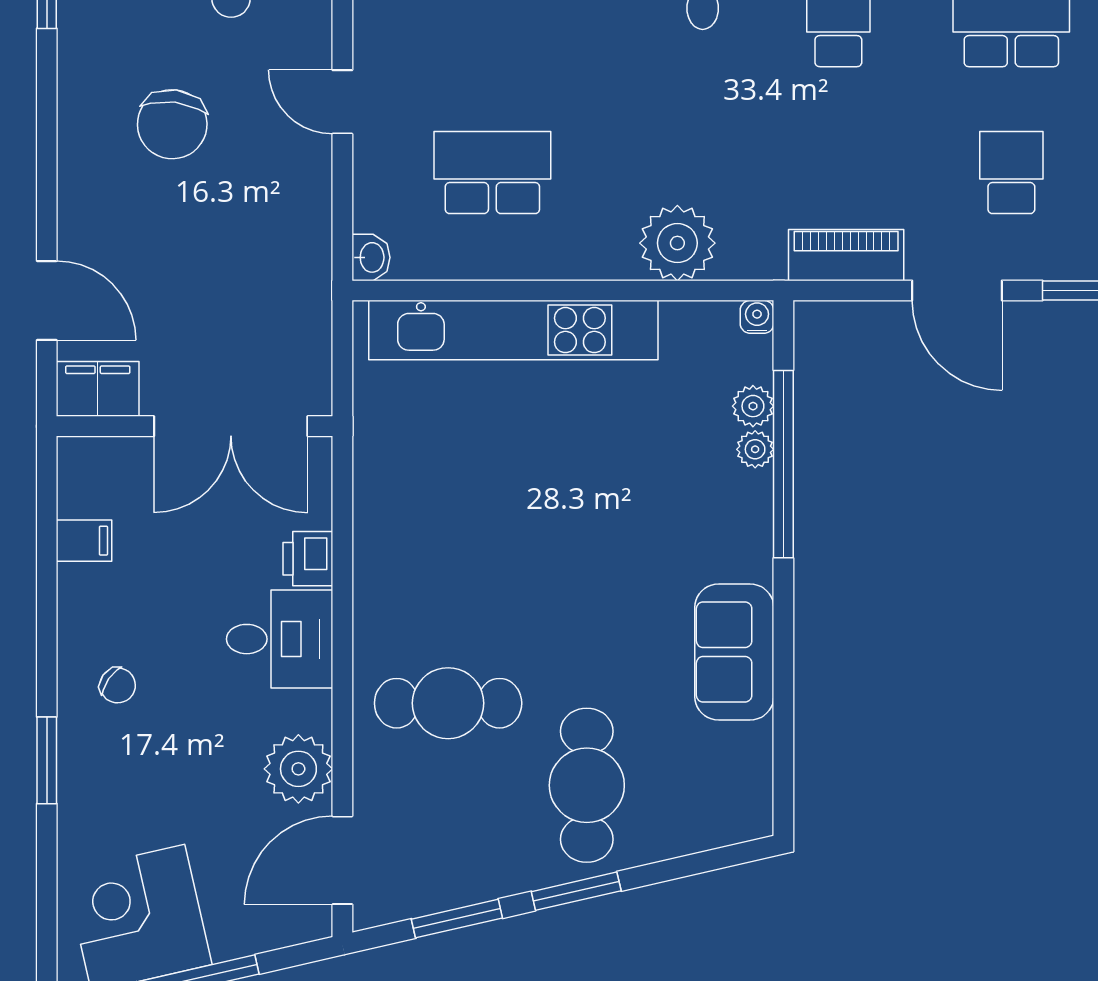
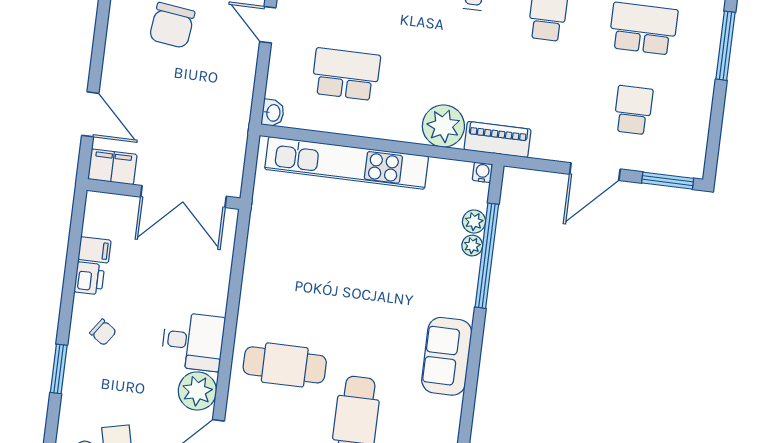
piano: (846, 255) -> (498, 139), moved
door: (957, 290) -> (595, 172), hinge flipped
printer: (308, 559) -> (89, 278), moved, turned 180
desk: (280, 639) -> (193, 341), moved

